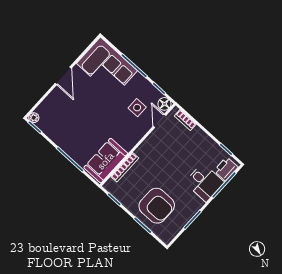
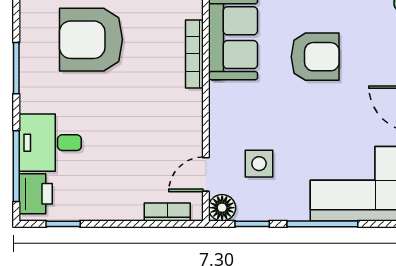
door: (159, 121) -> (206, 174), swing flipped
armchair: (83, 127) -> (315, 57), added

